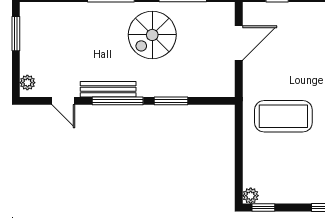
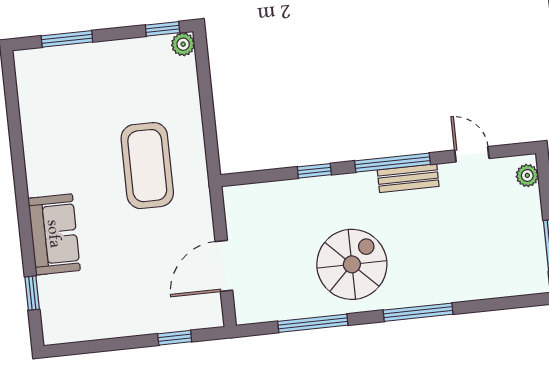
bench: (108, 89) -> (408, 178), width x0.73
window: (171, 101) -> (314, 171), width x0.67
coffee table: (283, 116) -> (147, 166), turned 90

